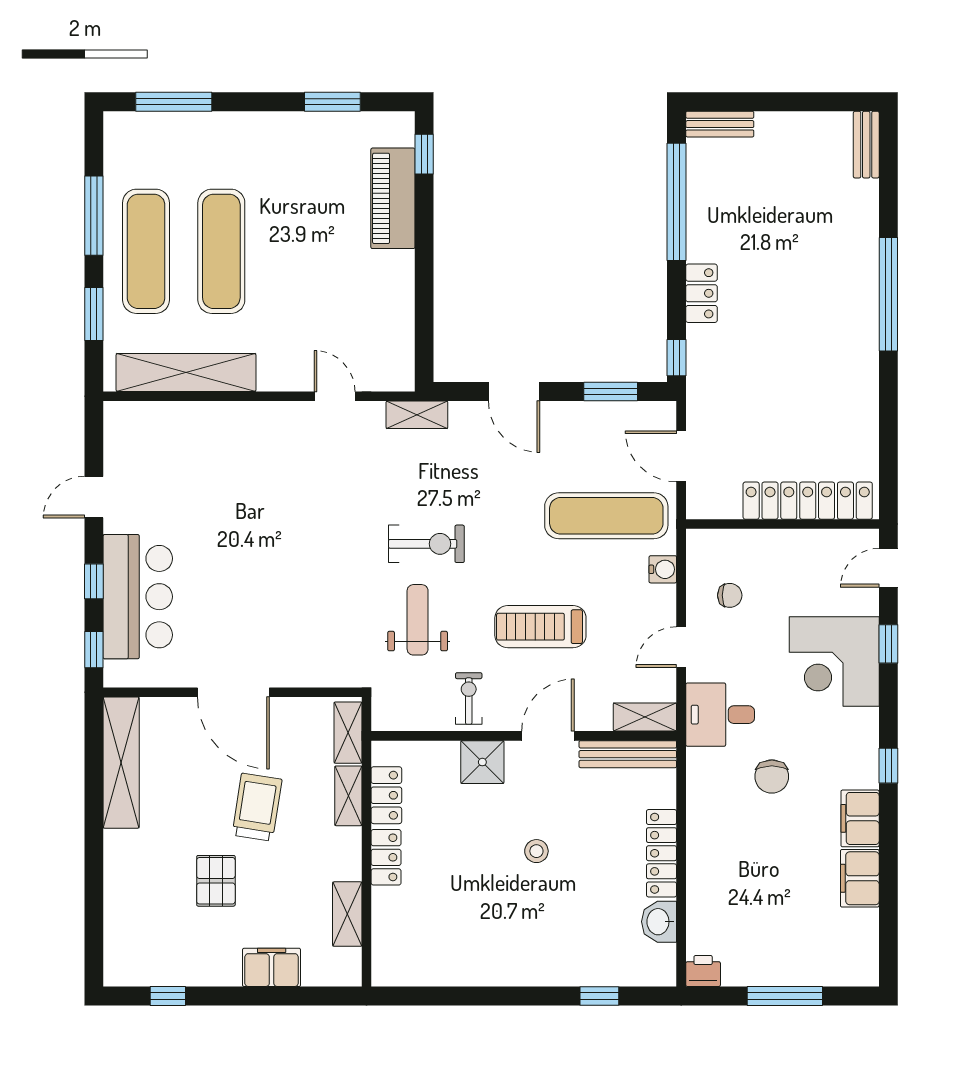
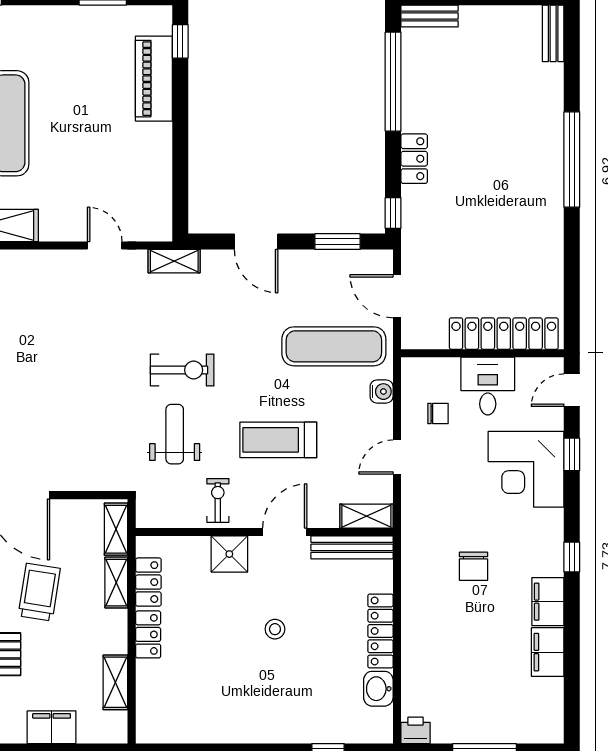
desk: (720, 715) -> (488, 386), moved, turned 90

